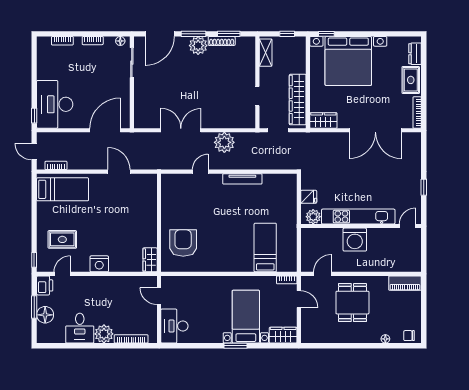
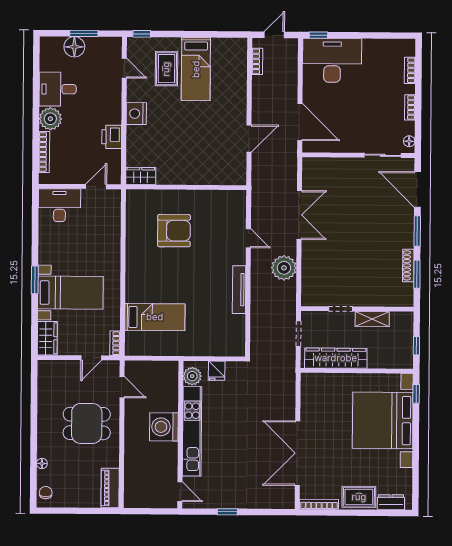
plant: (198, 46) -> (403, 237), removed
shelving: (266, 53) -> (372, 319), moved
wardrobe: (323, 120) -> (310, 389), removed
bed: (63, 189) -> (196, 69), moved
armchair: (183, 243) -> (174, 231), moved
printer: (45, 285) -> (112, 137), moved, turned 90

